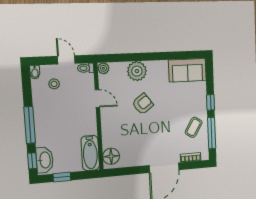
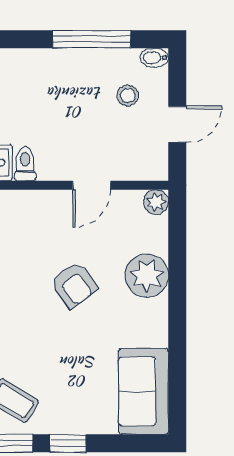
toilet: (86, 68) -> (25, 164), moved
window: (30, 125) -> (92, 39), moved

